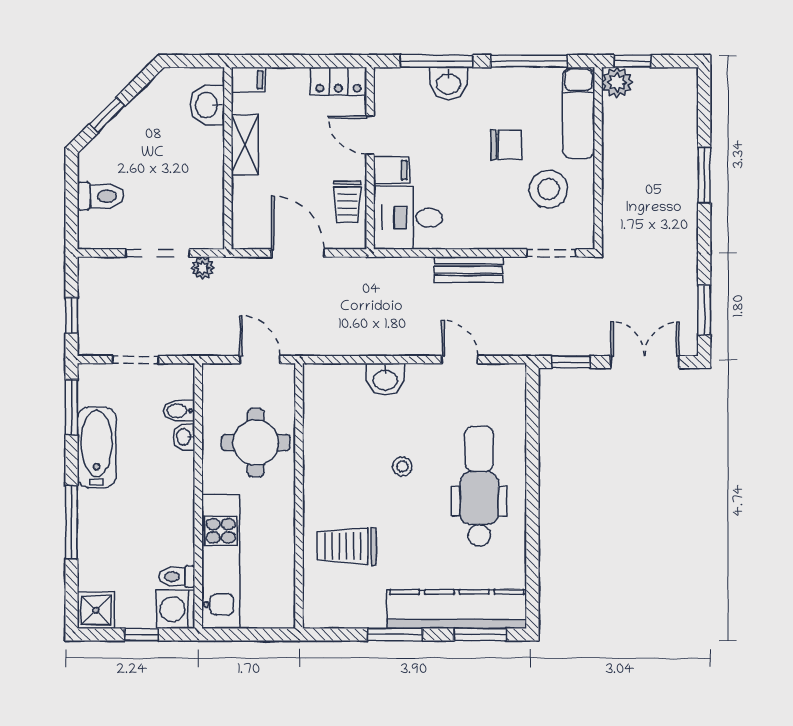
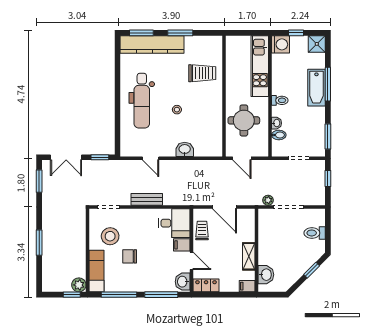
washbasin: (449, 83) -> (183, 282), moved, turned -90
bathtub: (97, 447) -> (316, 88), moved
toilet: (177, 577) -> (280, 100), moved

